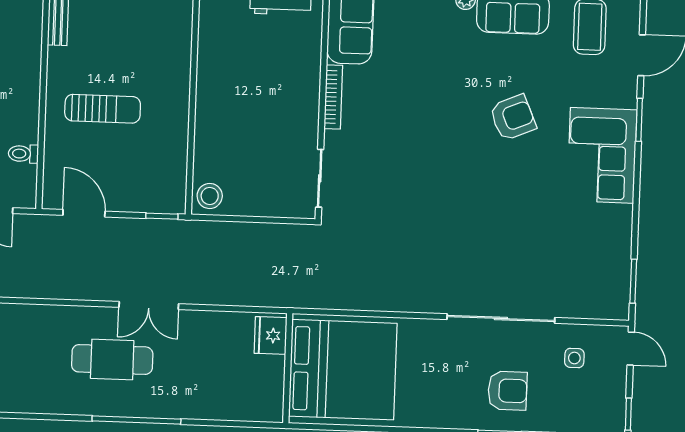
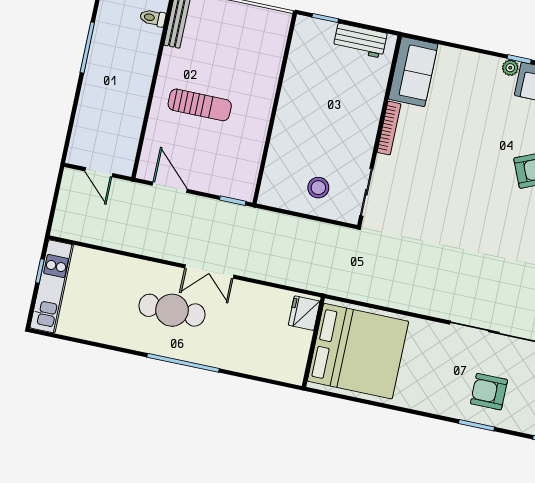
toilet: (23, 154) -> (153, 18), moved
stool: (210, 196) -> (318, 188), moved
armchair: (507, 391) -> (489, 392), turned 180

